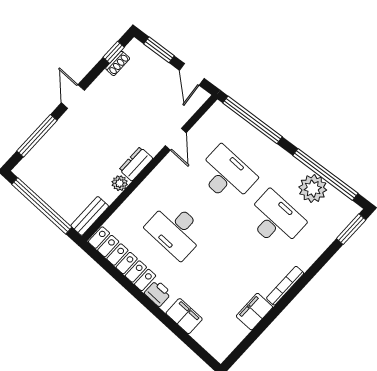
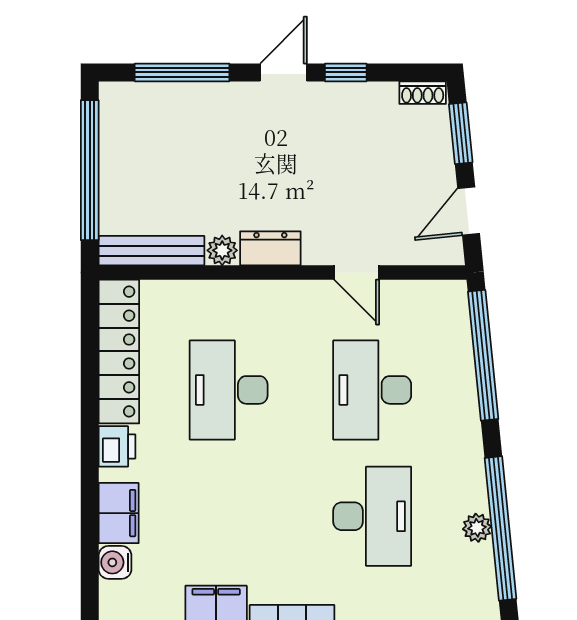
window: (114, 52) -> (346, 72), moved
shoe rack: (118, 63) -> (423, 93), moved
door: (176, 139) -> (357, 273), hinge flipped
desk: (227, 175) -> (372, 390), turned 180
plant: (313, 189) -> (477, 528), width x0.53, depth x0.53
bench: (90, 216) -> (151, 251), width x1.36
water cooler: (202, 335) -> (115, 562), added

